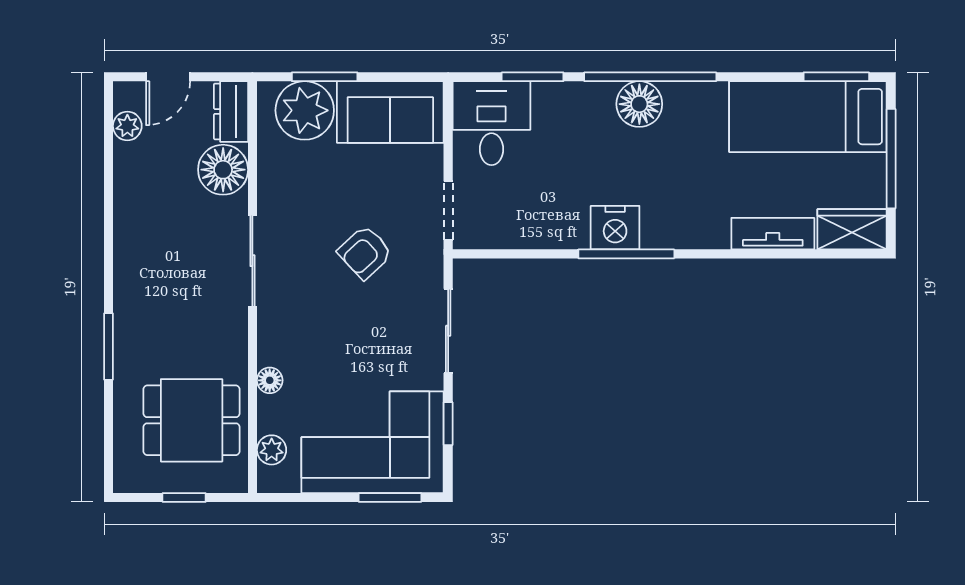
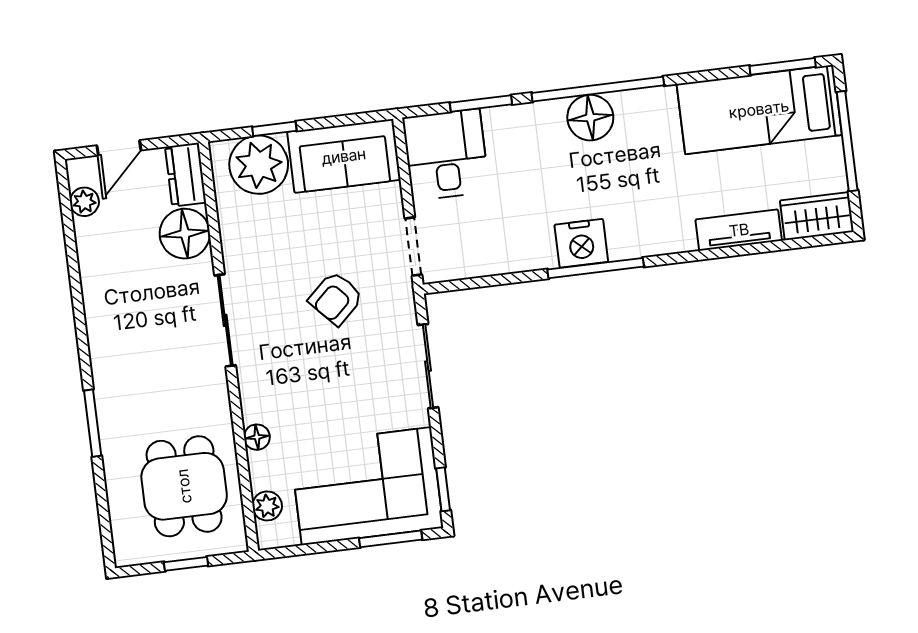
window: (325, 77) -> (274, 129), width x0.67
dining table: (192, 420) -> (184, 486), turned 90
window: (448, 424) -> (443, 489), moved

